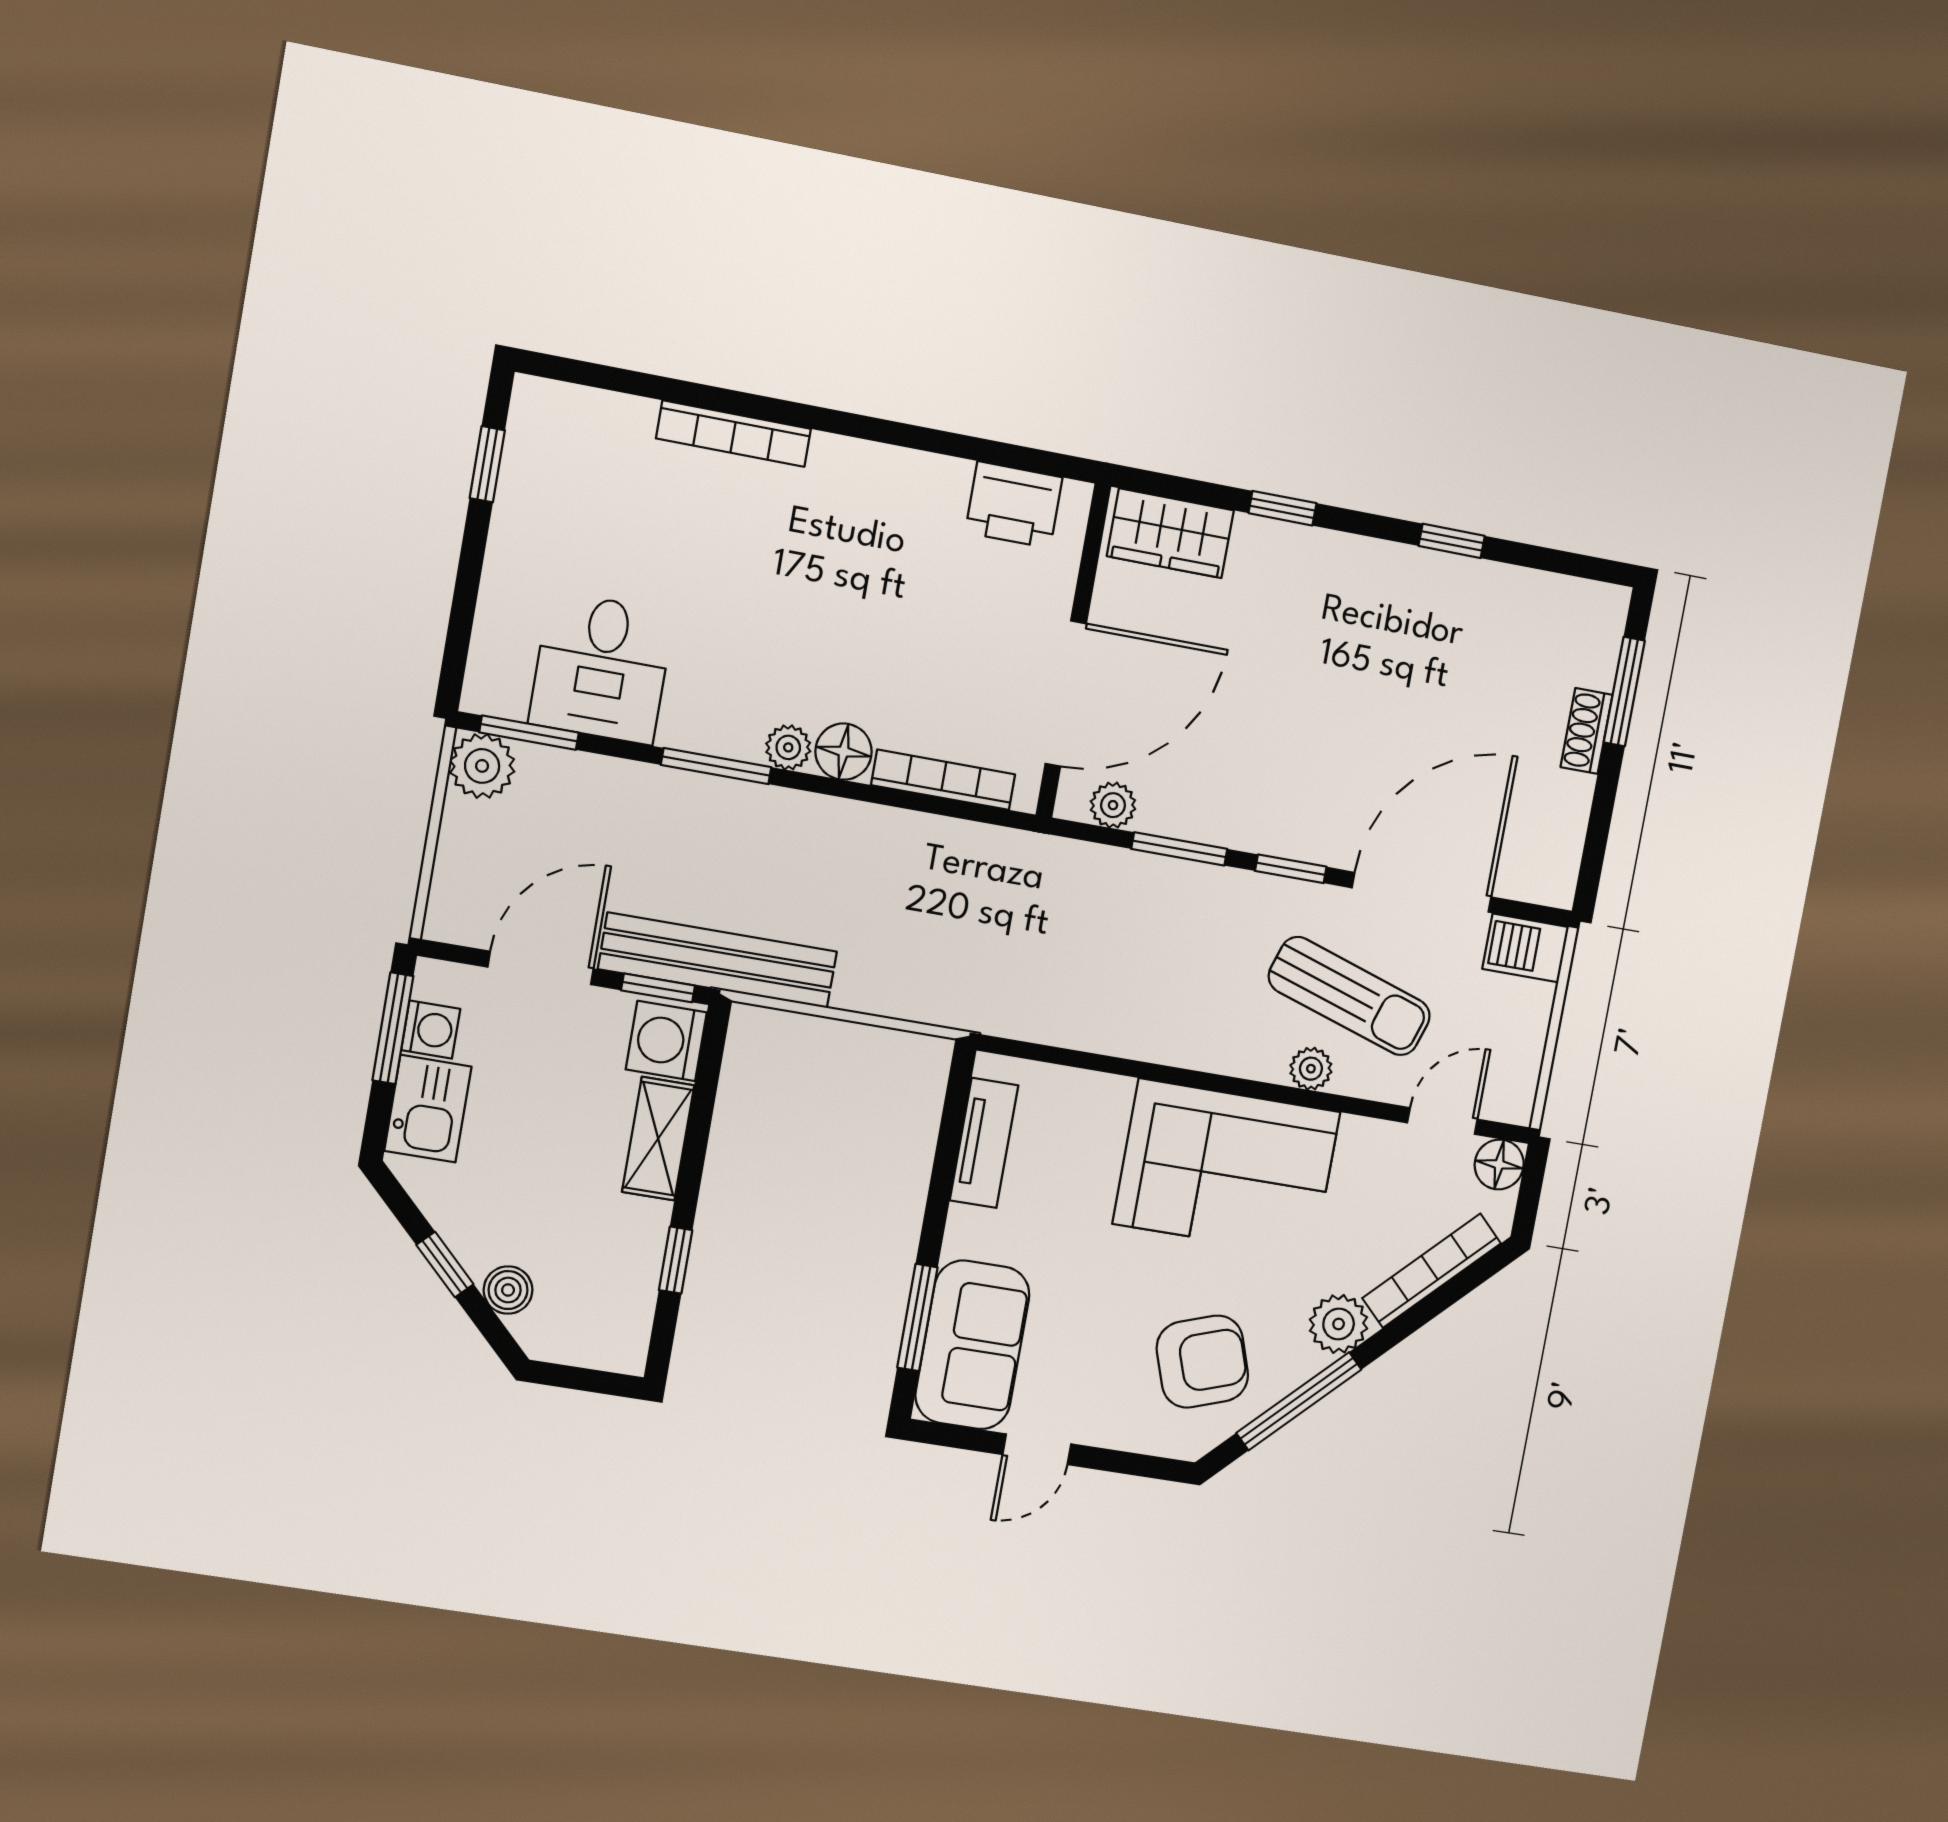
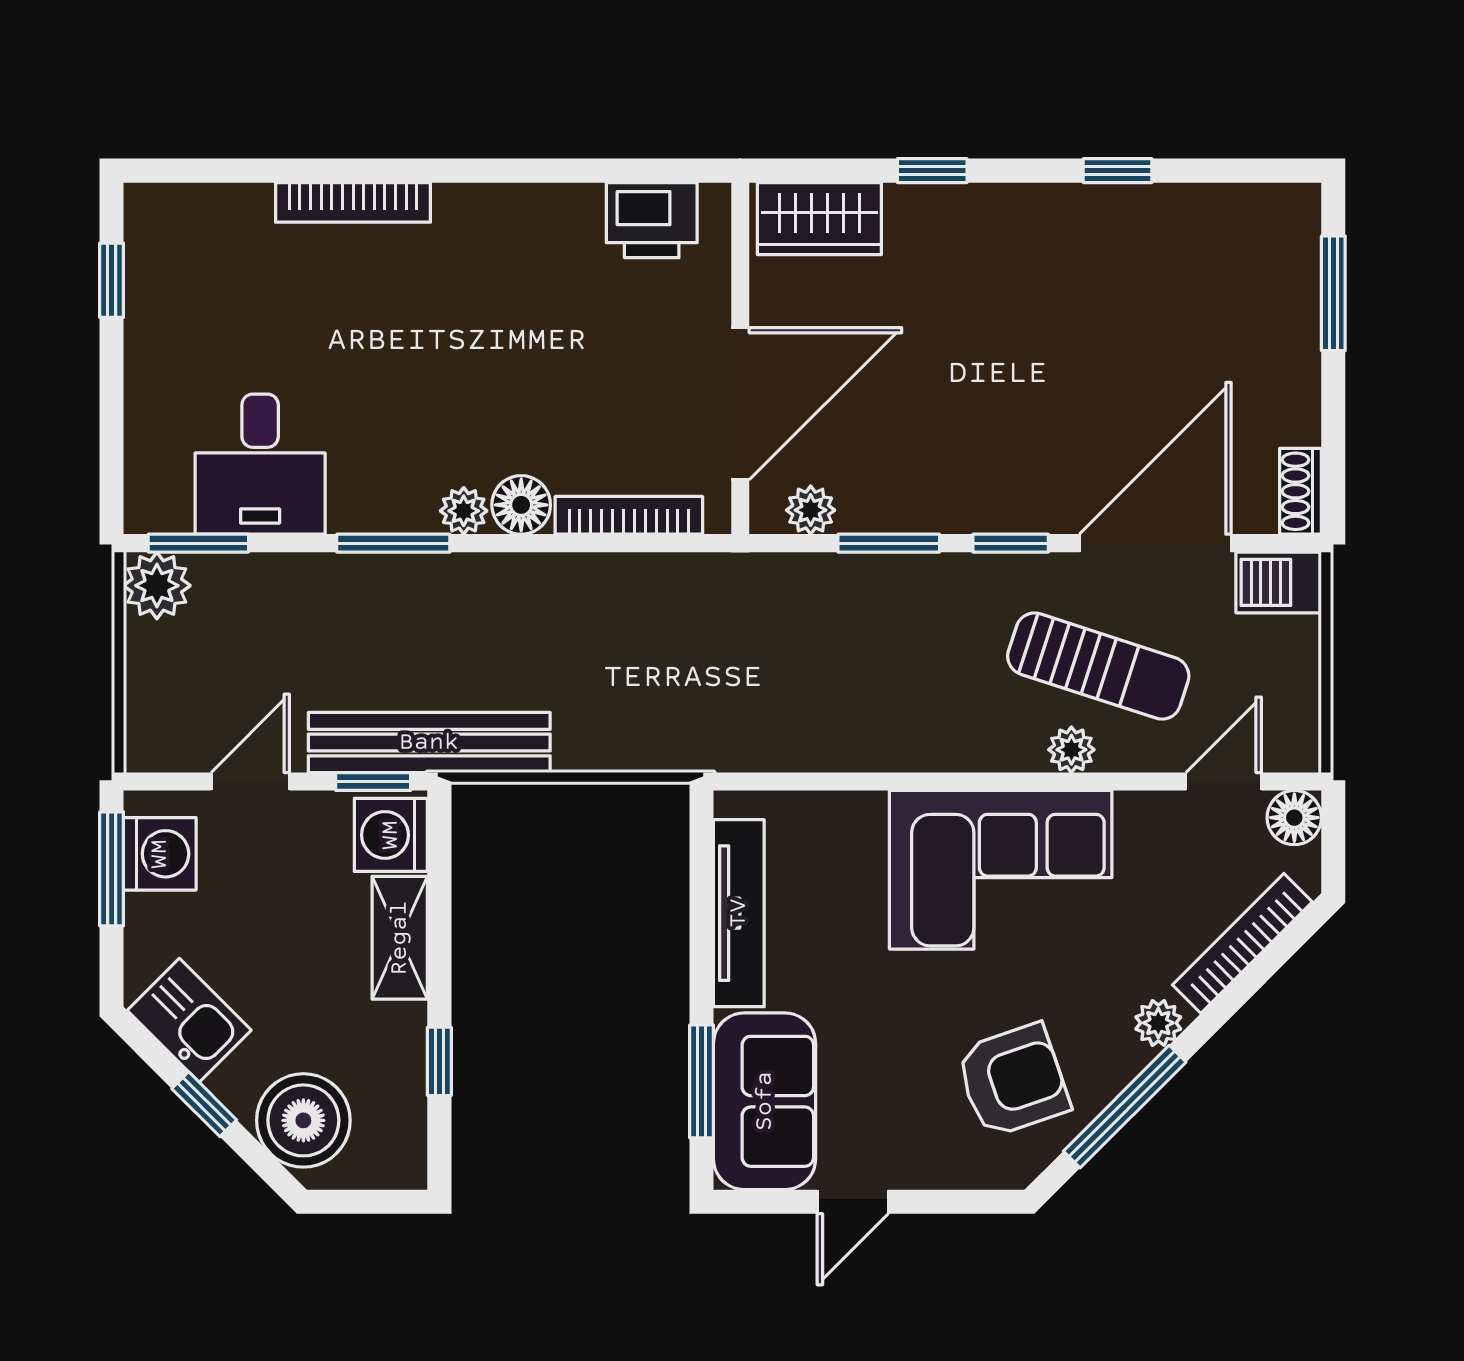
shoe rack: (1587, 731) -> (1301, 491), moved
door: (541, 968) -> (250, 782), width x0.73
washing machine: (431, 1030) -> (160, 854), width x1.38, depth x1.38
kitchen sink: (428, 1109) -> (189, 1020), moved, turned -45
tv unit: (984, 1143) -> (739, 913), width x1.41
boiler: (508, 1290) -> (303, 1120), width x1.86, depth x1.86
plant: (1339, 1324) -> (1158, 1023), width x0.73, depth x0.73

